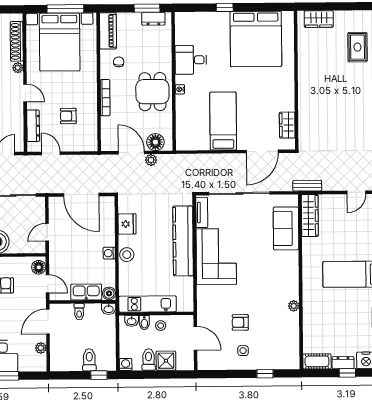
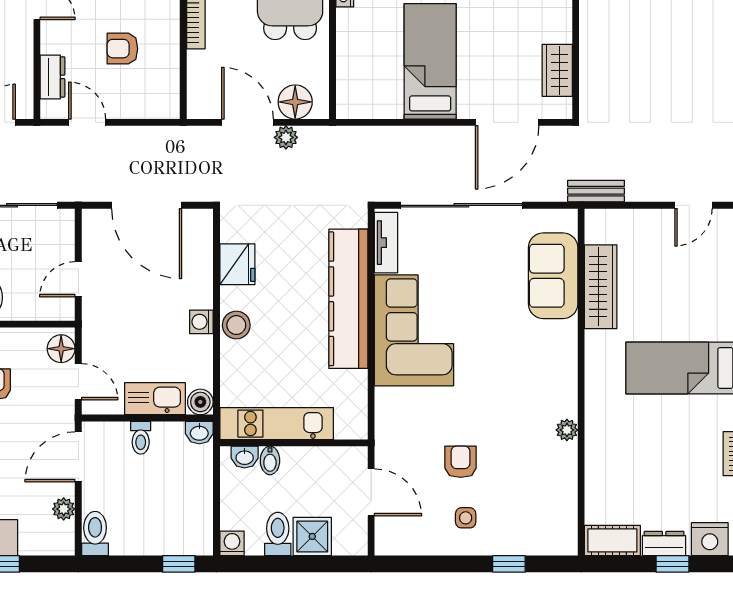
dresser: (33, 126) -> (52, 77), width x0.70
wardrobe: (310, 215) -> (601, 287), moved
armchair: (240, 322) -> (461, 462), turned 90
stool: (161, 326) -> (302, 467), removed
toilet: (89, 360) -> (95, 534), moved

